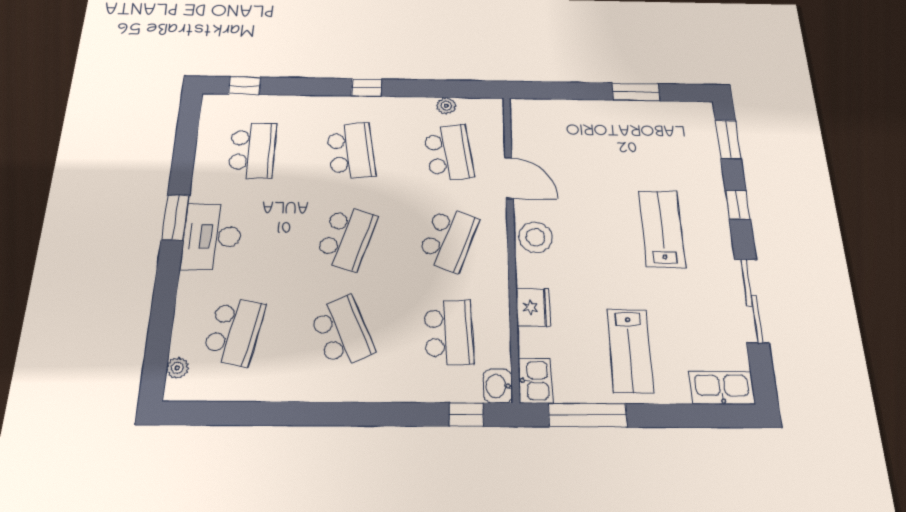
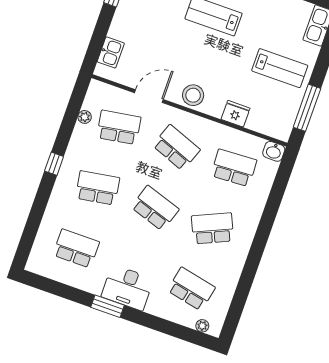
window: (244, 85) -> (27, 241), removed
kitchen sink: (535, 380) -> (111, 52), moved, turned 90
window: (466, 415) -> (283, 175), removed

